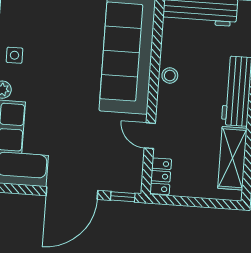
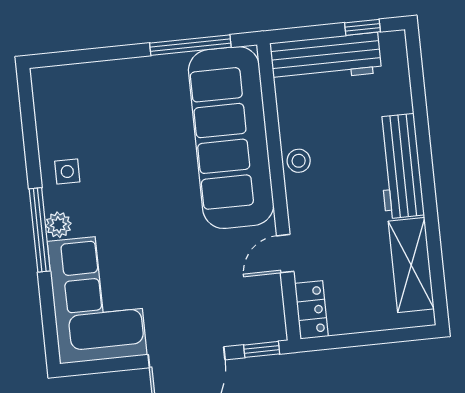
door: (150, 136) -> (285, 254), hinge flipped

